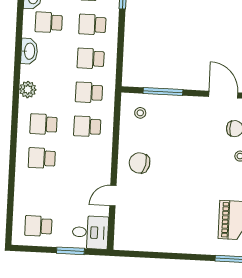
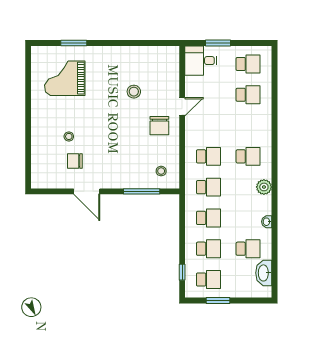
washbasin: (29, 51) -> (267, 222), width x0.52, depth x0.69
school desk: (42, 158) -> (248, 95), moved
chair: (140, 163) -> (159, 126), turned 78
door: (113, 196) -> (182, 107), moved
stool: (166, 202) -> (134, 92), added

